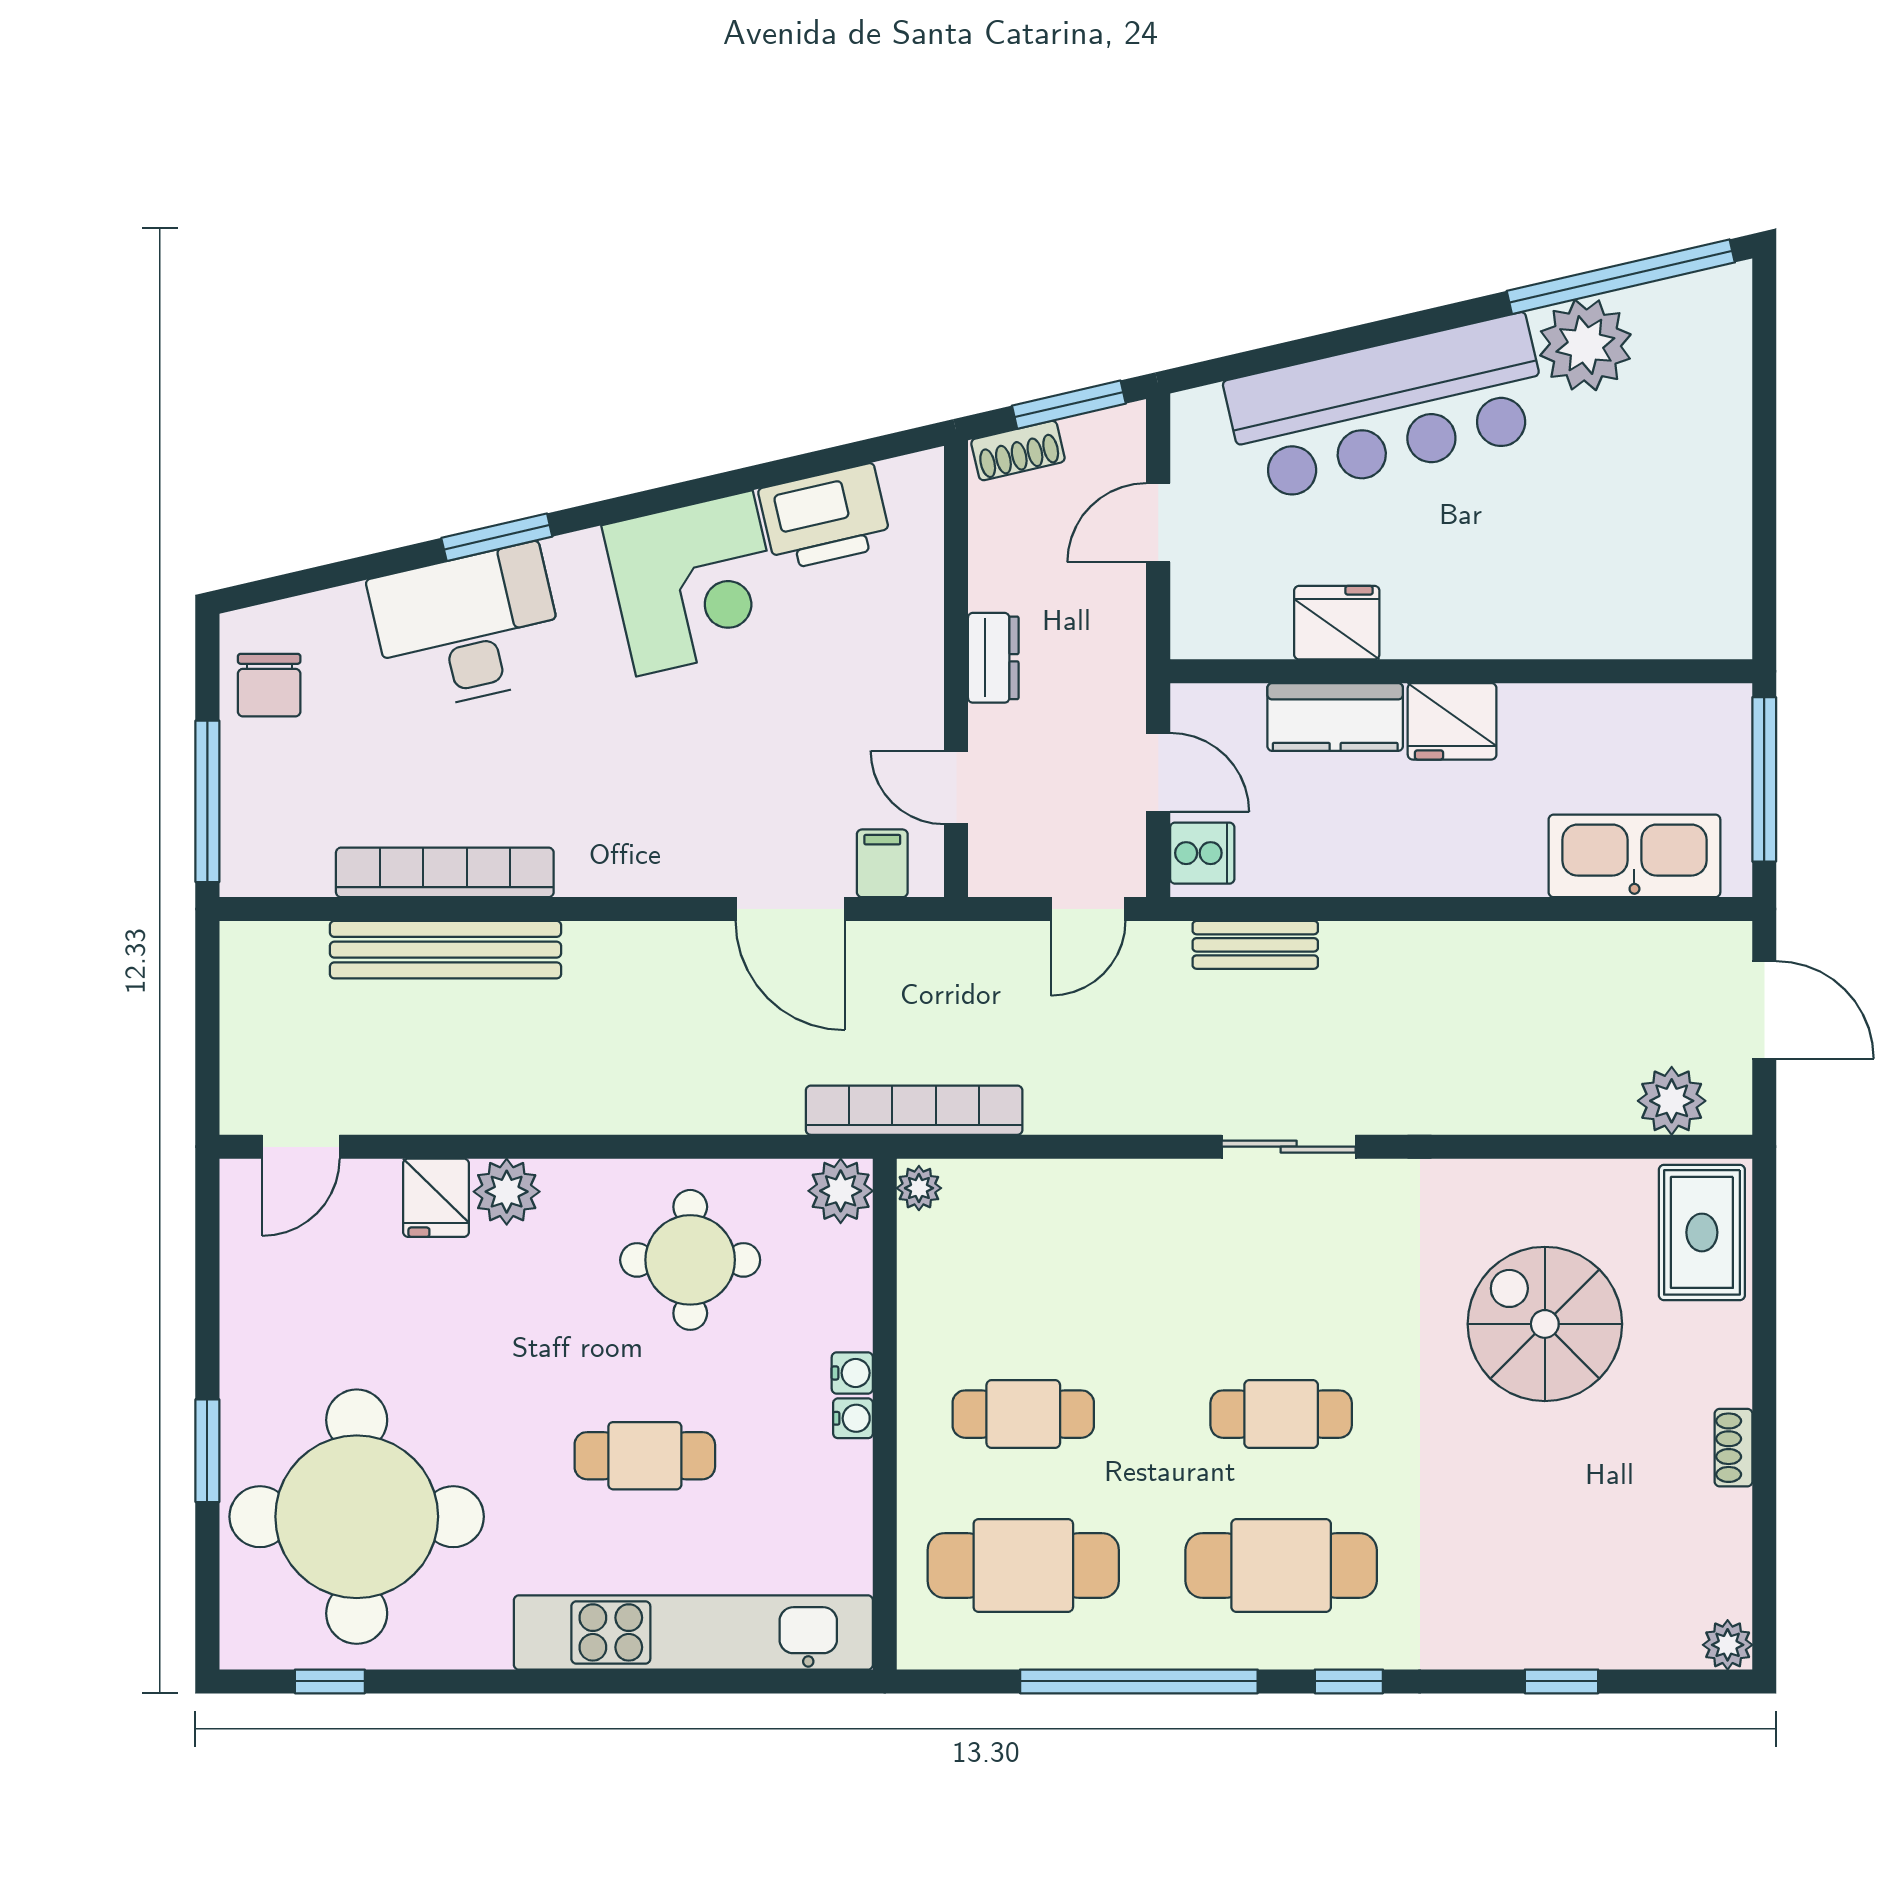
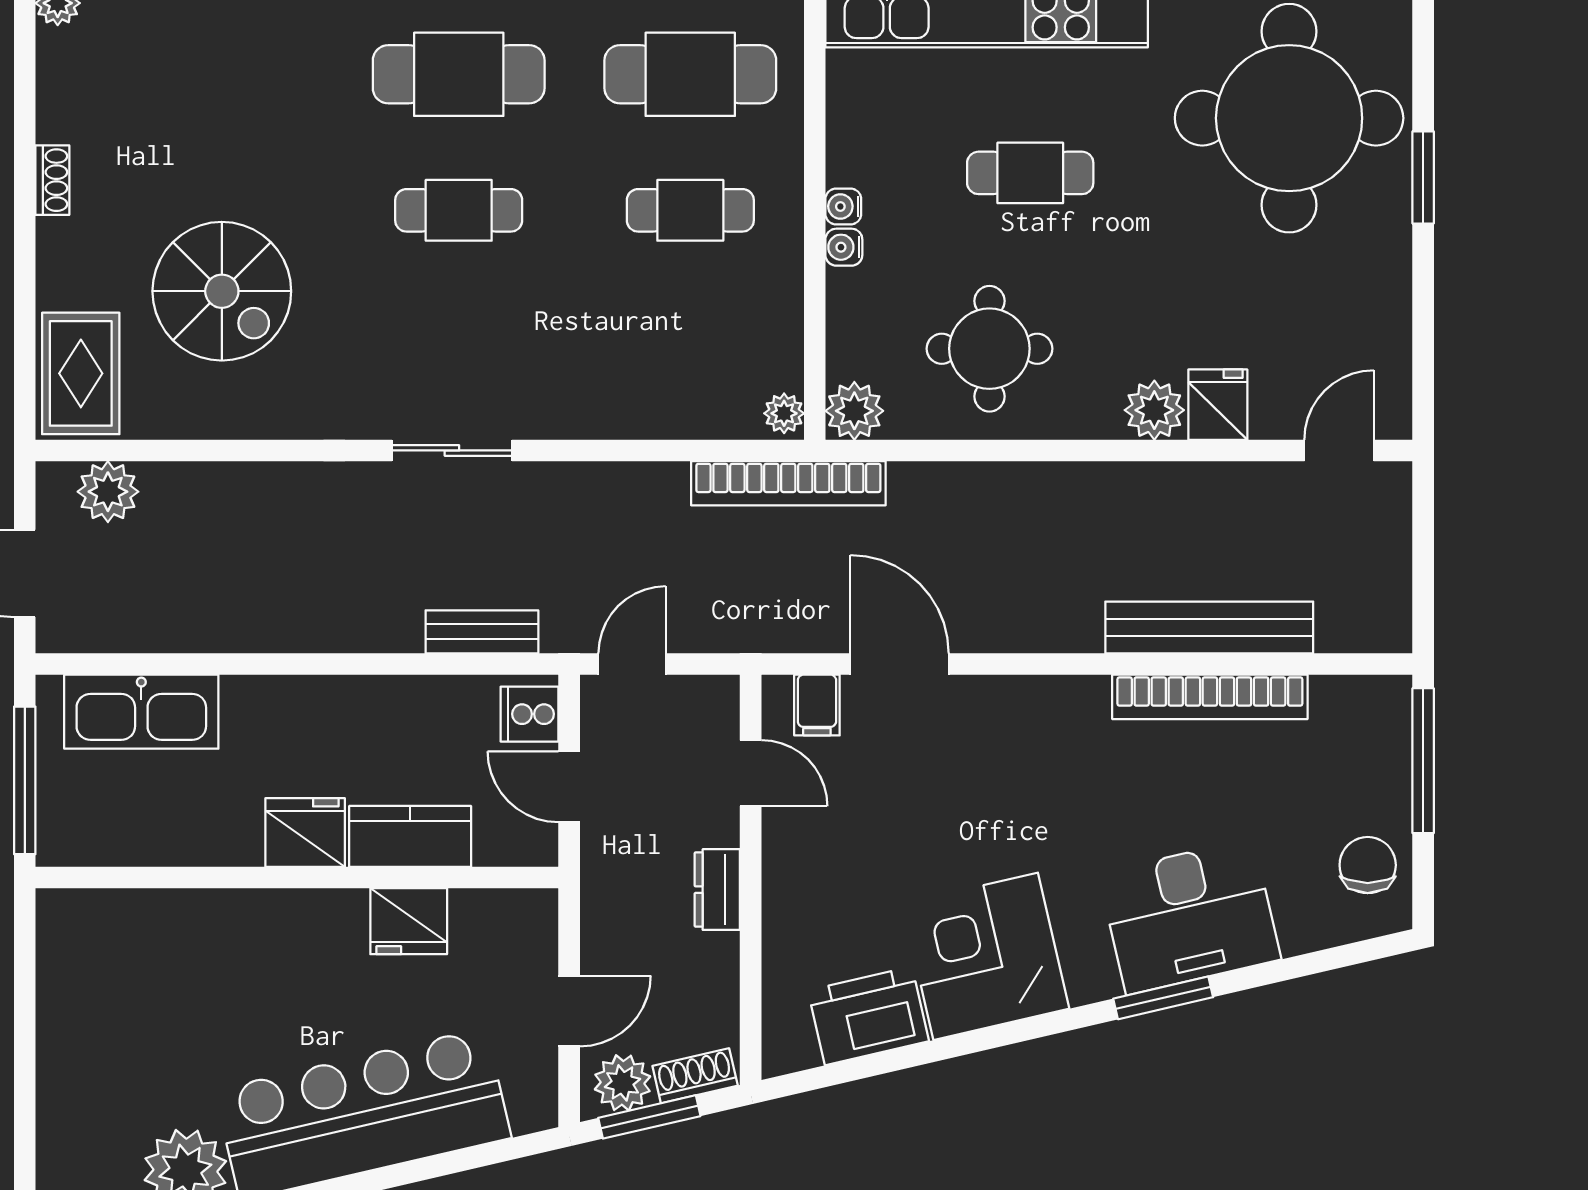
plant: (1099, 443) -> (623, 1083), added

